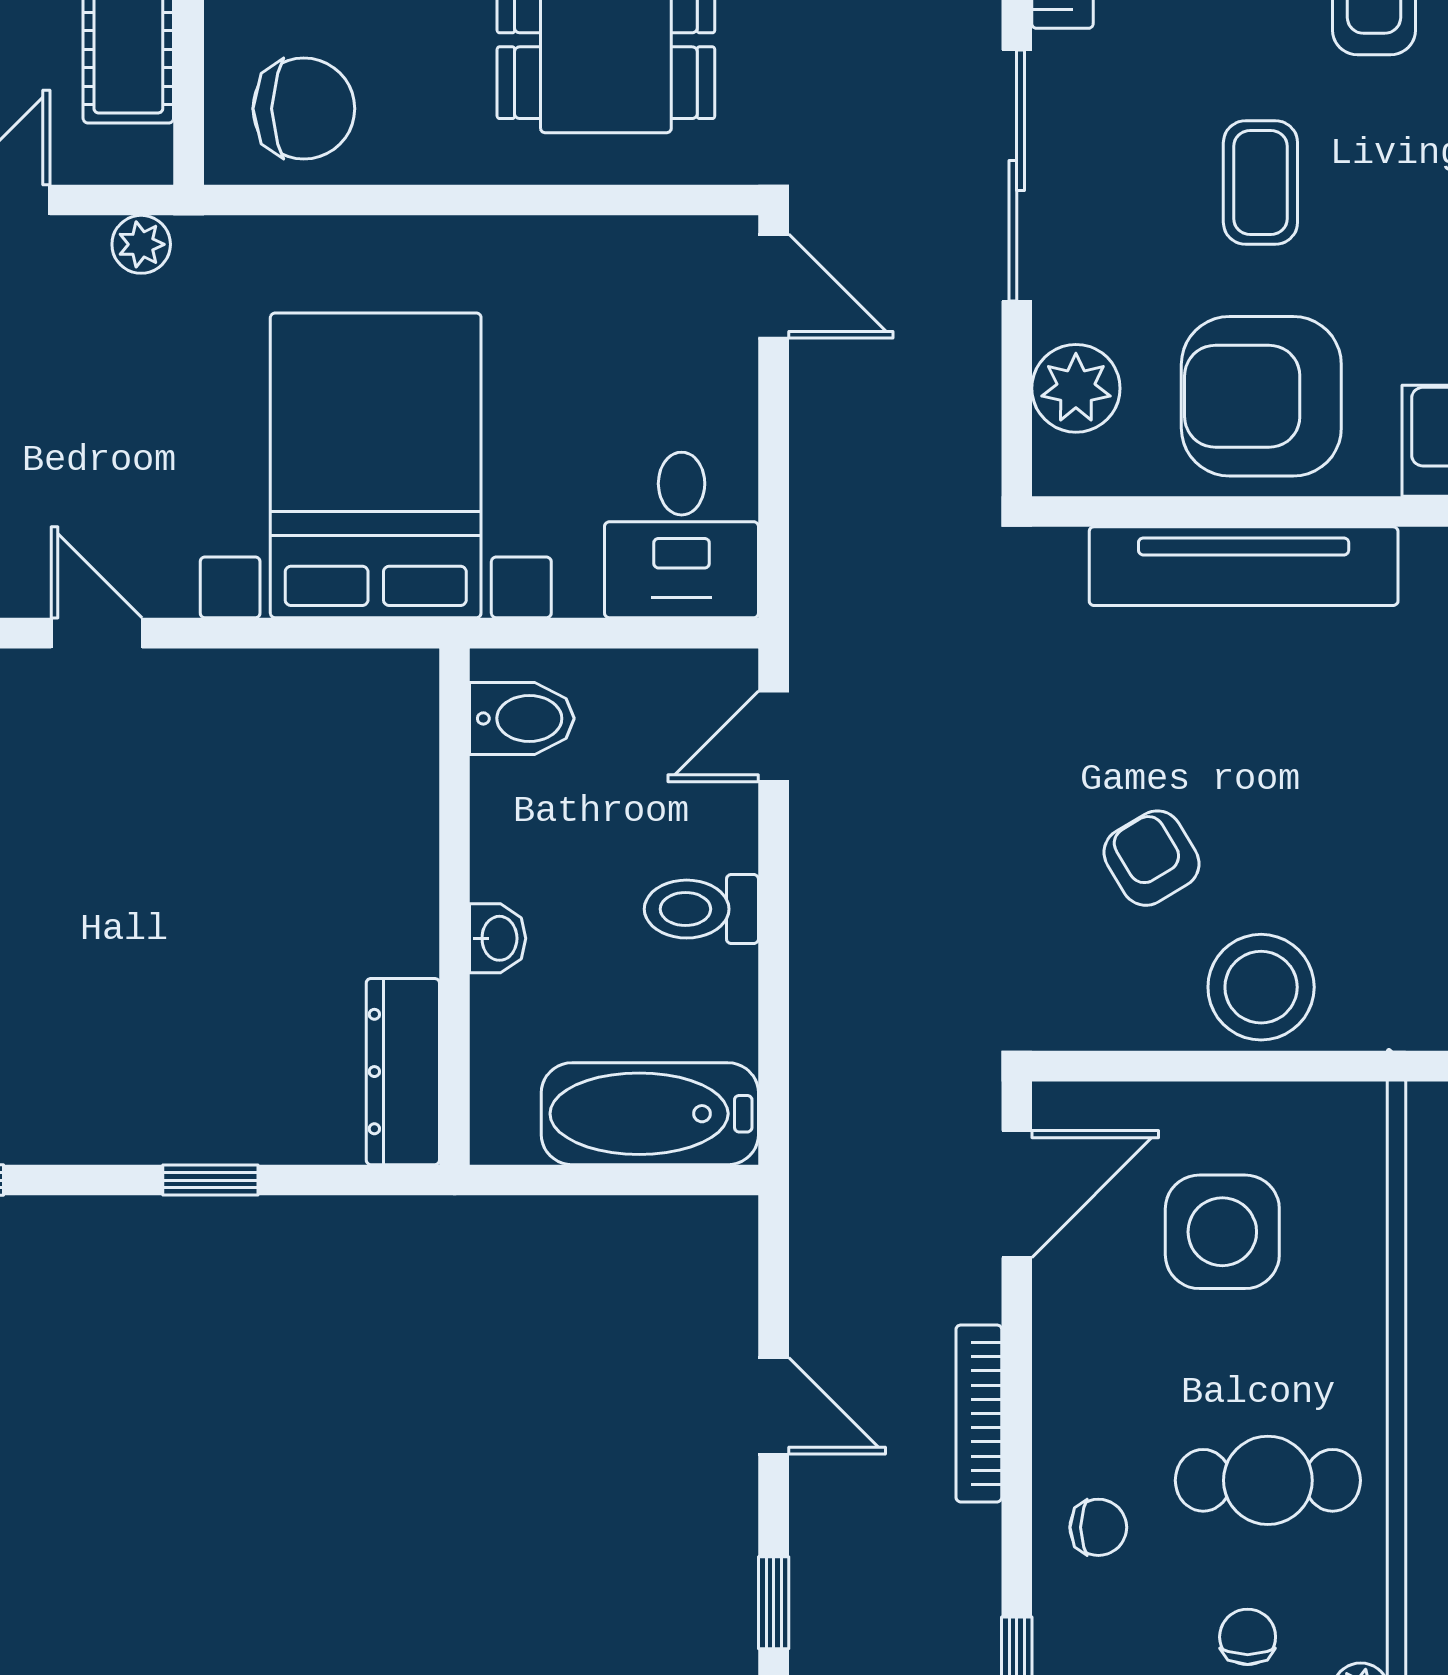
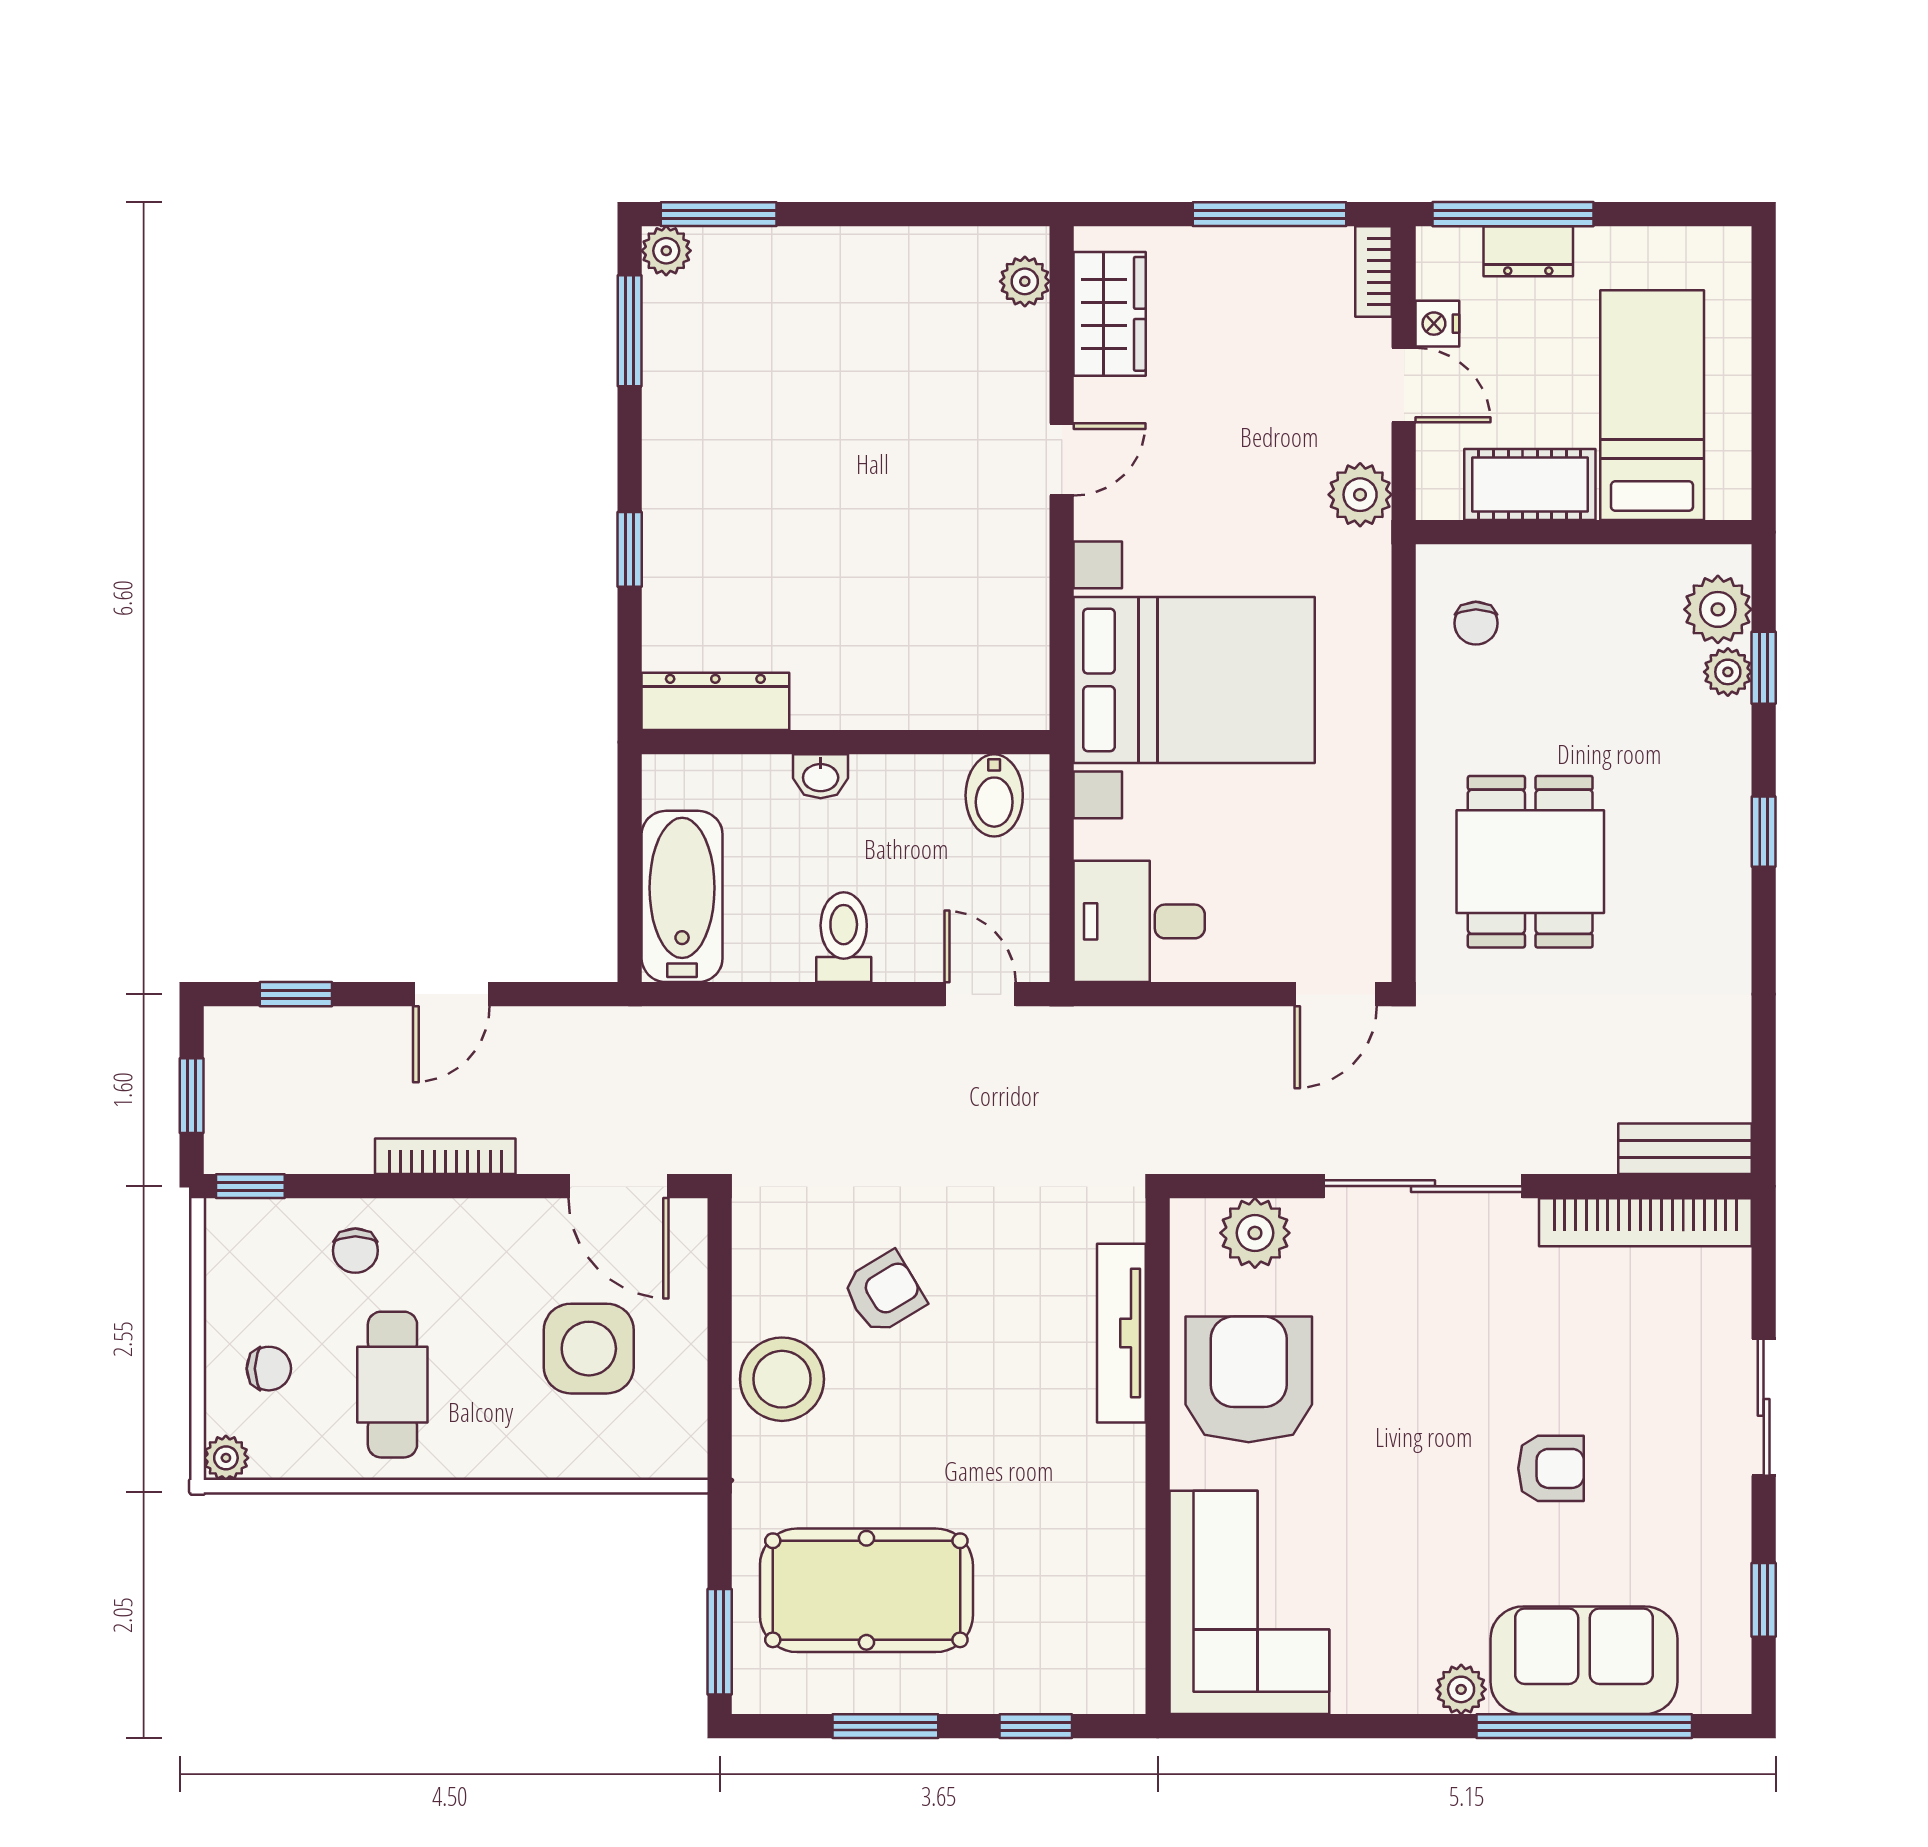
chair: (304, 109) -> (1476, 623), width x0.54, depth x0.54
coffee table: (1260, 183) -> (1418, 1379), removed
plant: (141, 244) -> (1360, 495), width x1.38, depth x1.38
tv unit: (1244, 566) -> (1121, 1333), width x0.73, depth x0.78

